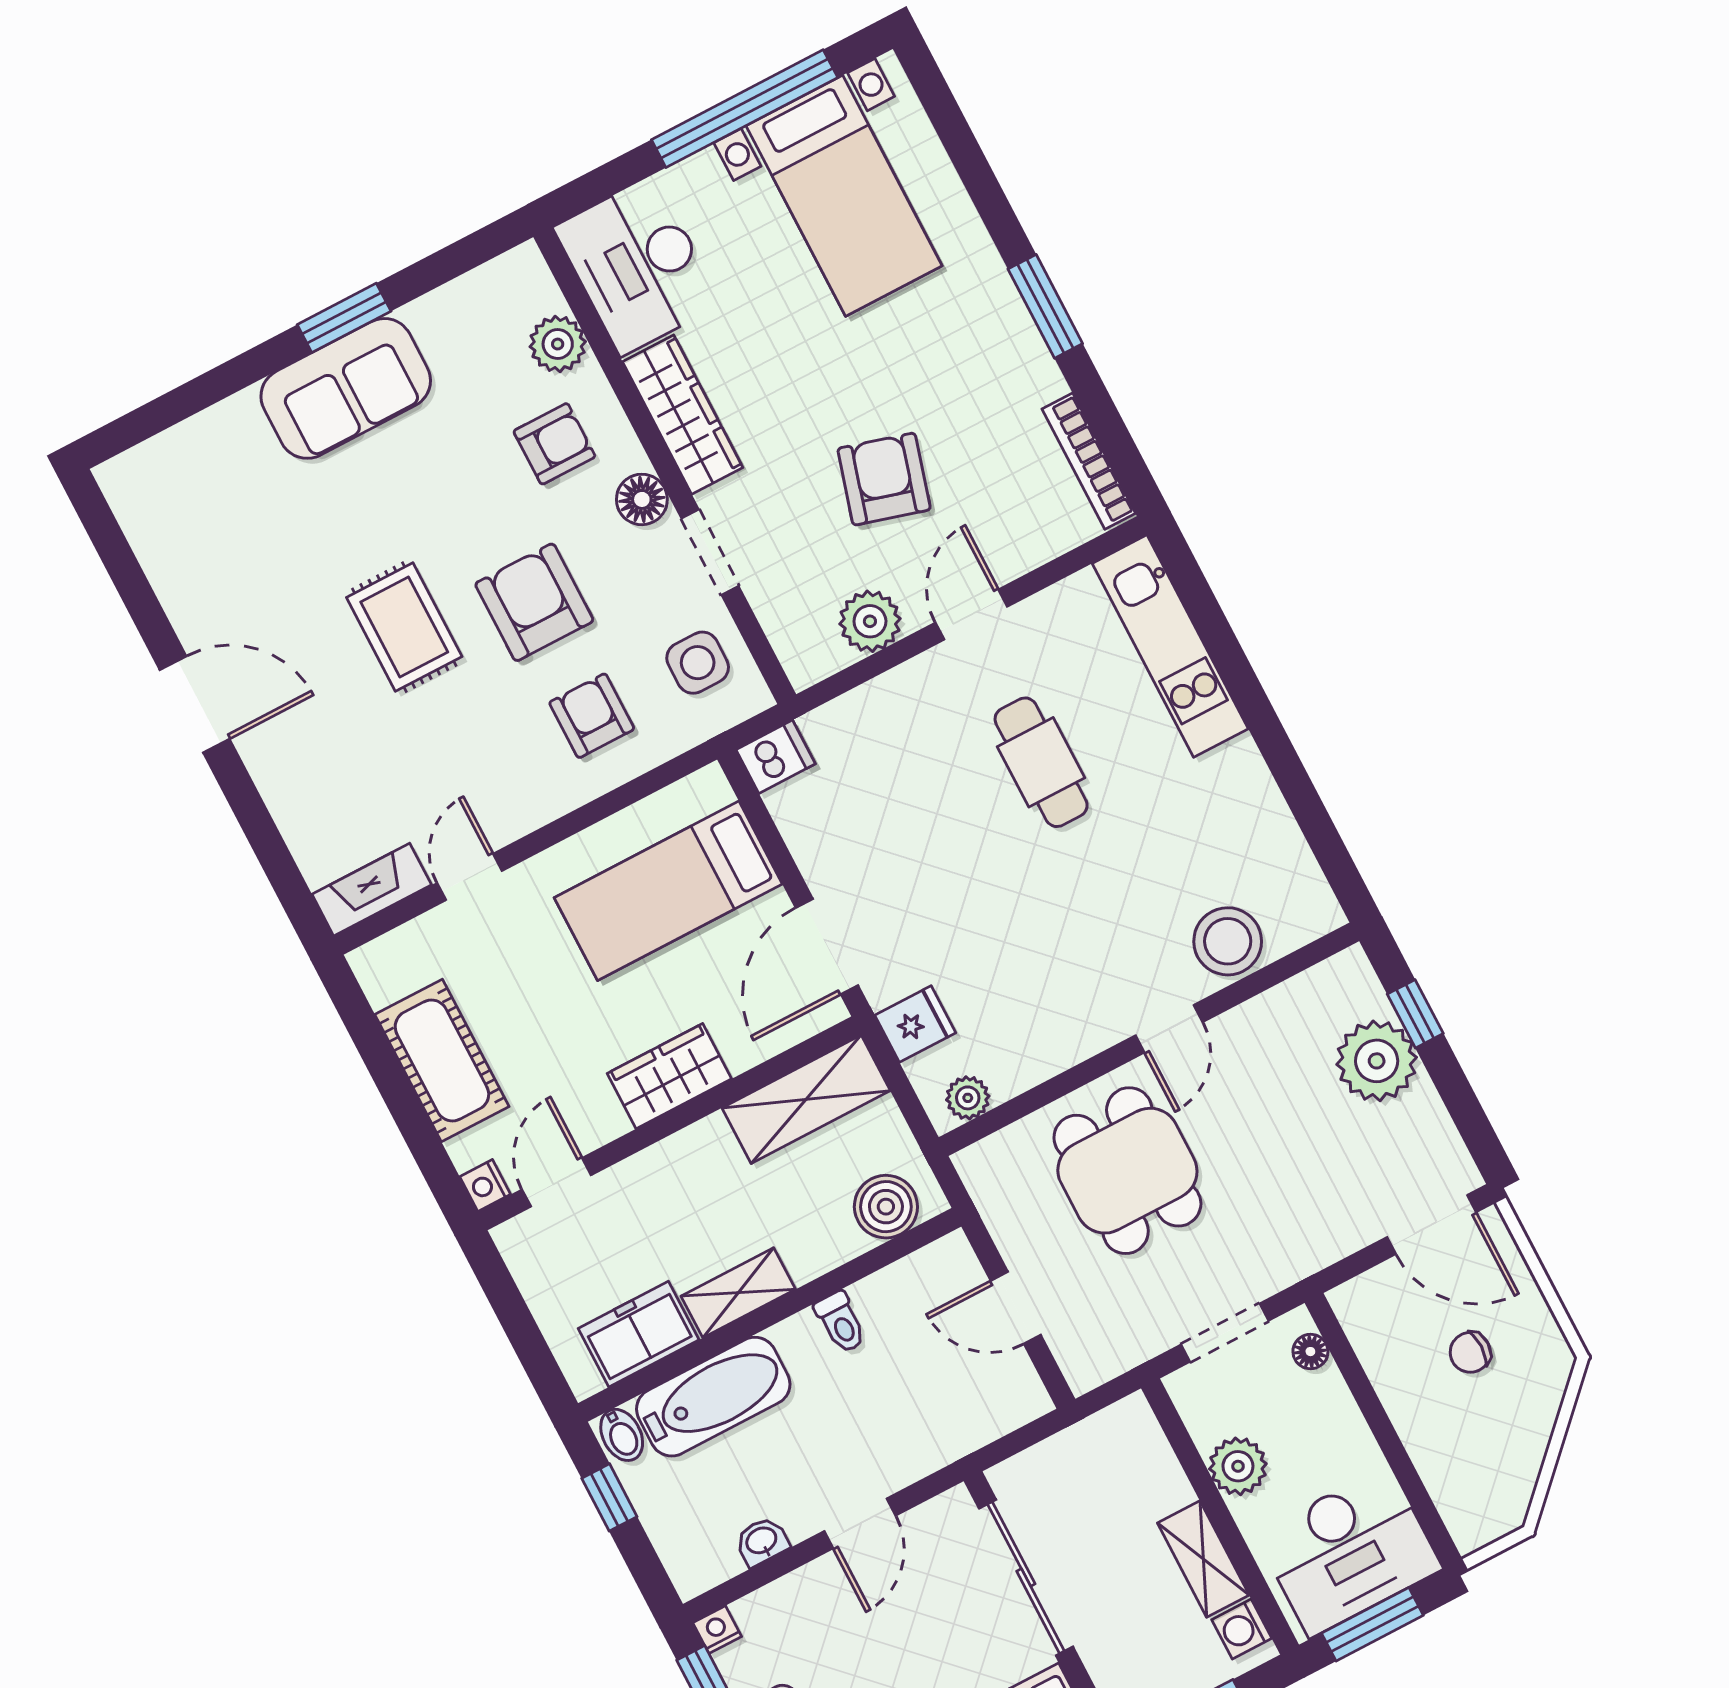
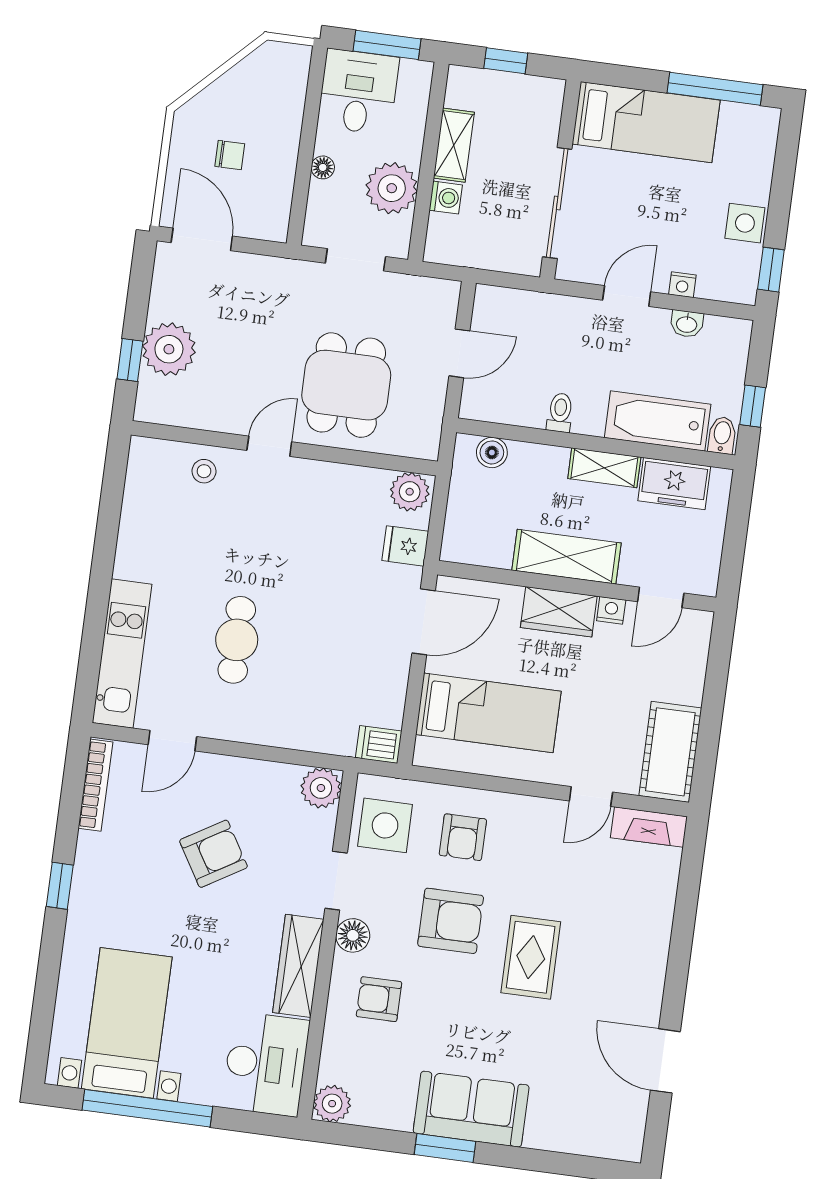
window: (1045, 306) -> (60, 886), width x0.67
plant: (558, 344) -> (332, 1104), moved
armchair: (884, 479) -> (213, 854), turned -137
armchair: (534, 602) -> (451, 921), turned -90
door: (971, 615) -> (172, 741), moved
plant: (870, 621) -> (321, 788), moved
side table: (698, 663) -> (385, 825), width x1.37, depth x1.37
door: (195, 704) -> (665, 1061), moved
stool: (1228, 941) -> (204, 471), width x0.53, depth x0.53
cot: (442, 1061) -> (670, 752), moved
plant: (968, 1098) -> (410, 492), width x1.38, depth x1.38
shelving: (806, 1099) -> (567, 557), moved
nightstand: (485, 1186) -> (611, 610), moved, turned -90
boiler: (886, 1207) -> (492, 452), width x0.73, depth x0.73
door: (1016, 1308) -> (459, 353), hinge flipped
floor lamp: (1310, 1352) -> (323, 167), moved
plant: (1238, 1466) -> (392, 188), width x1.36, depth x1.36
desk: (1349, 1551) -> (358, 92), width x0.73
washing machine: (1242, 1629) -> (446, 198), moved
nightstand: (717, 1630) -> (682, 285), moved

